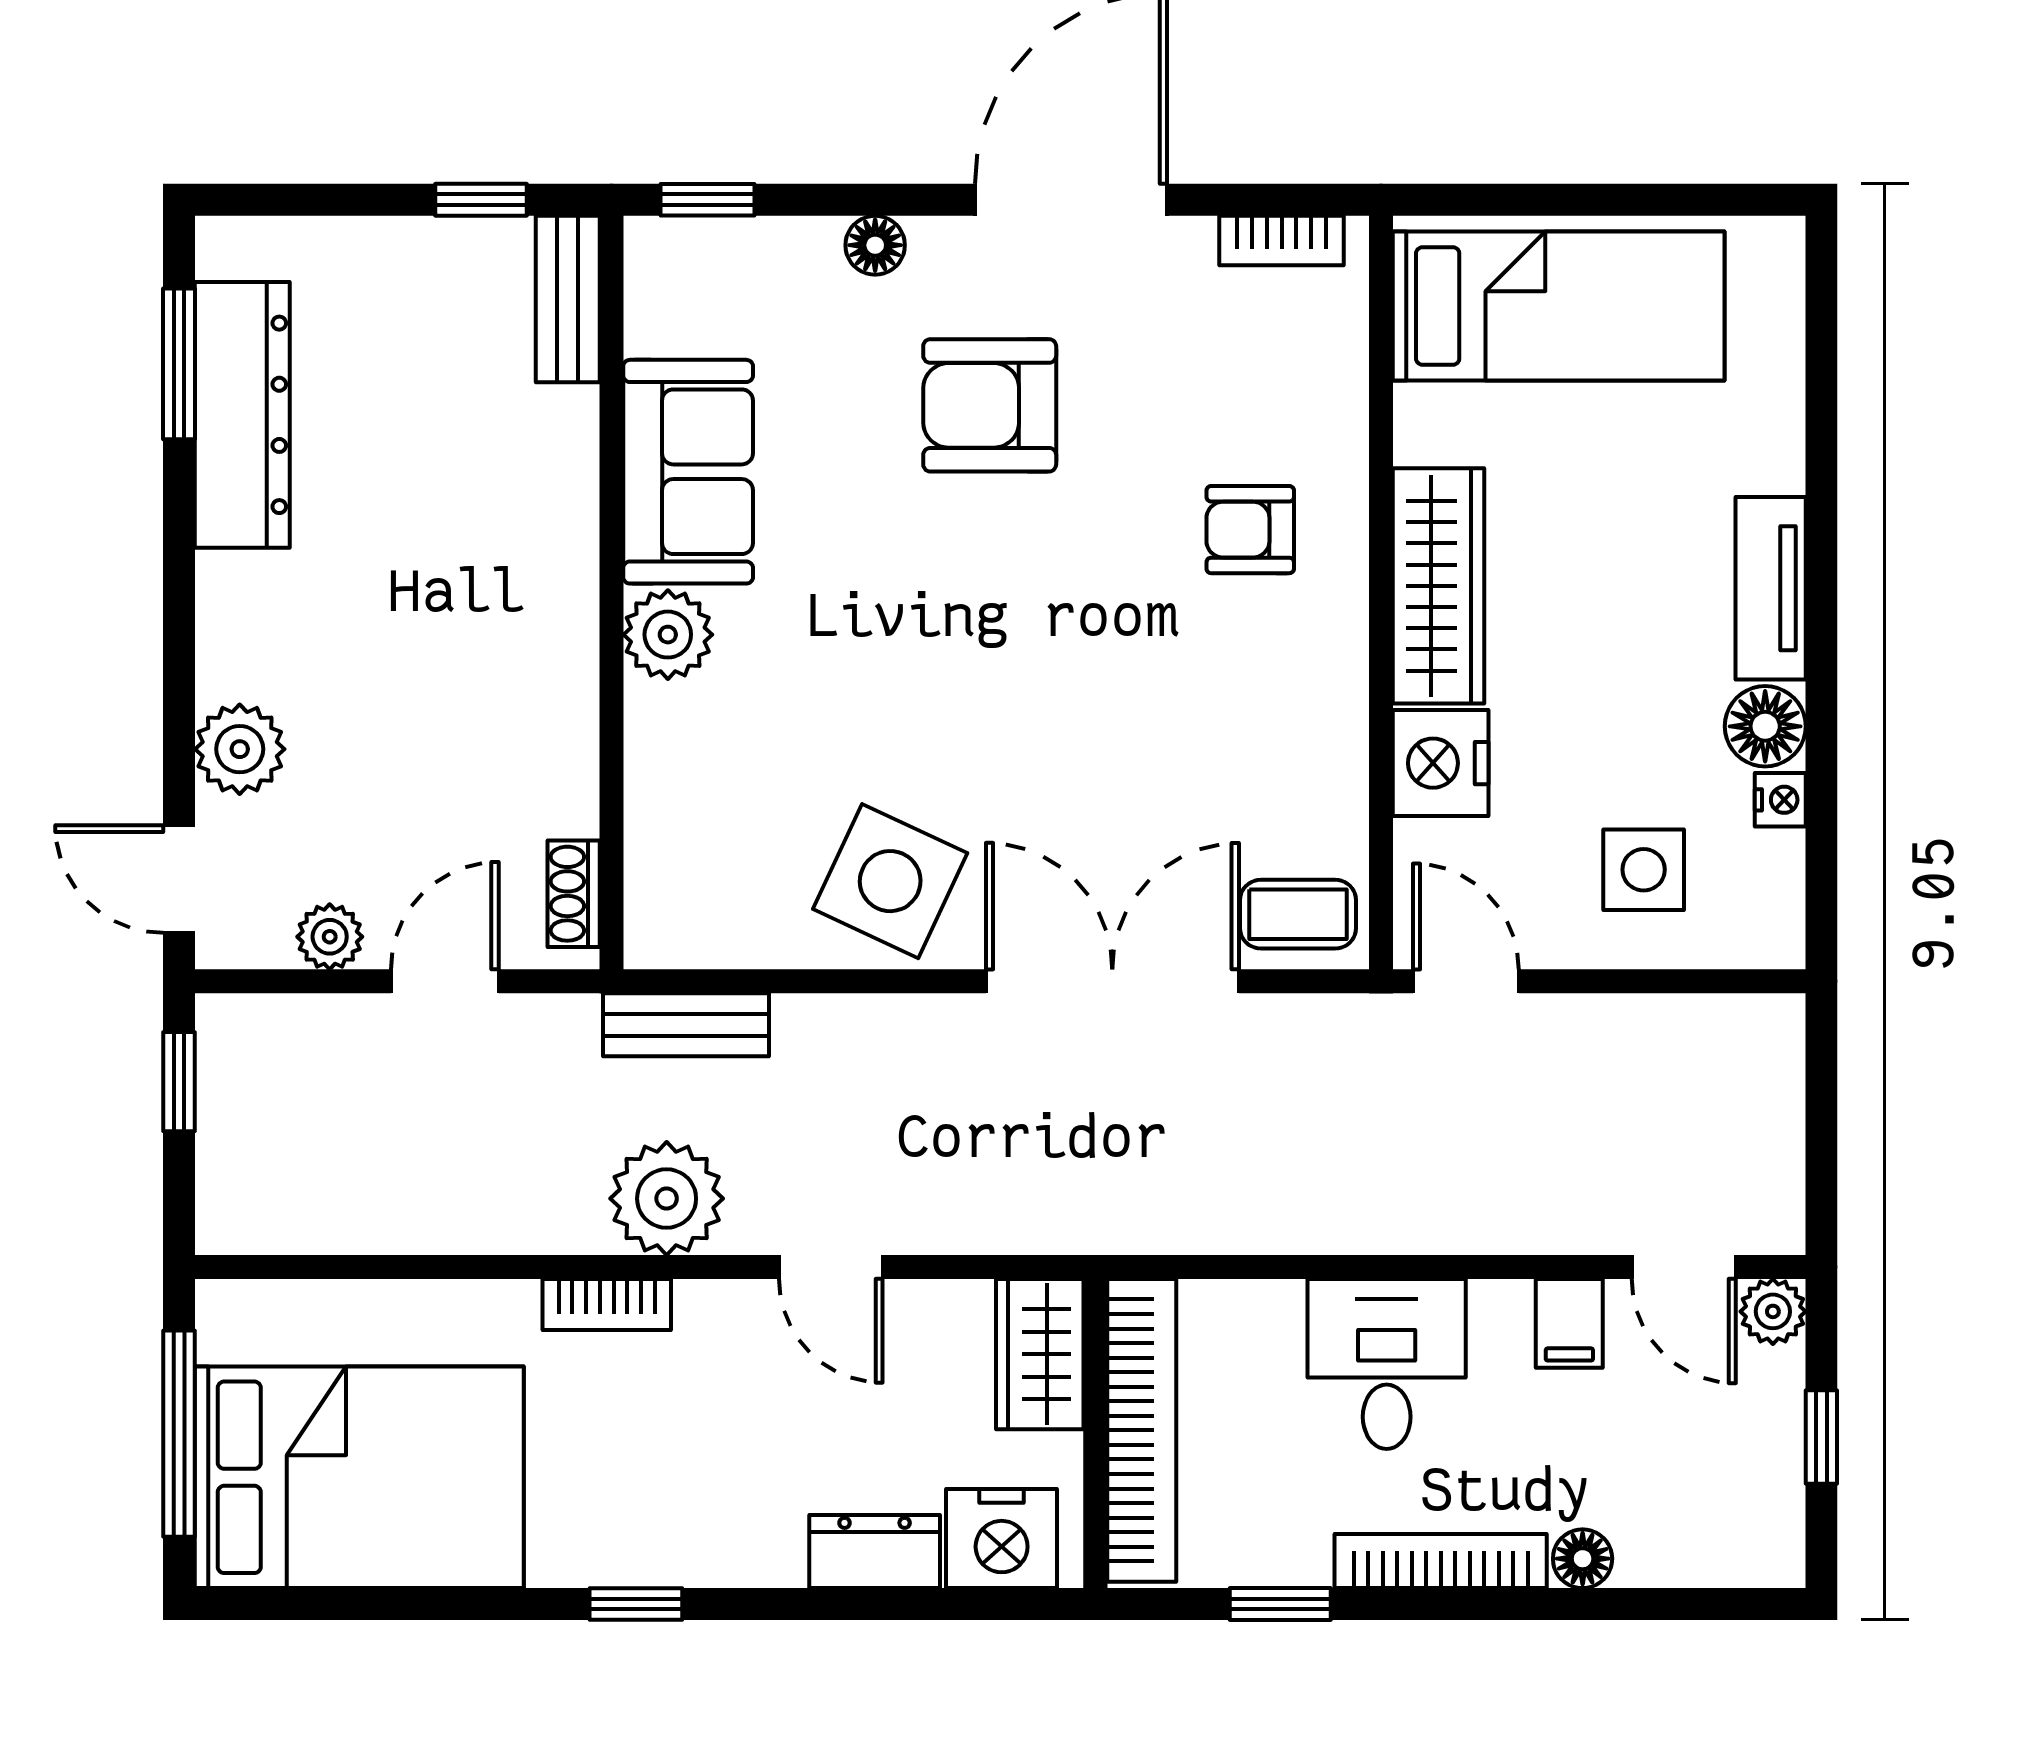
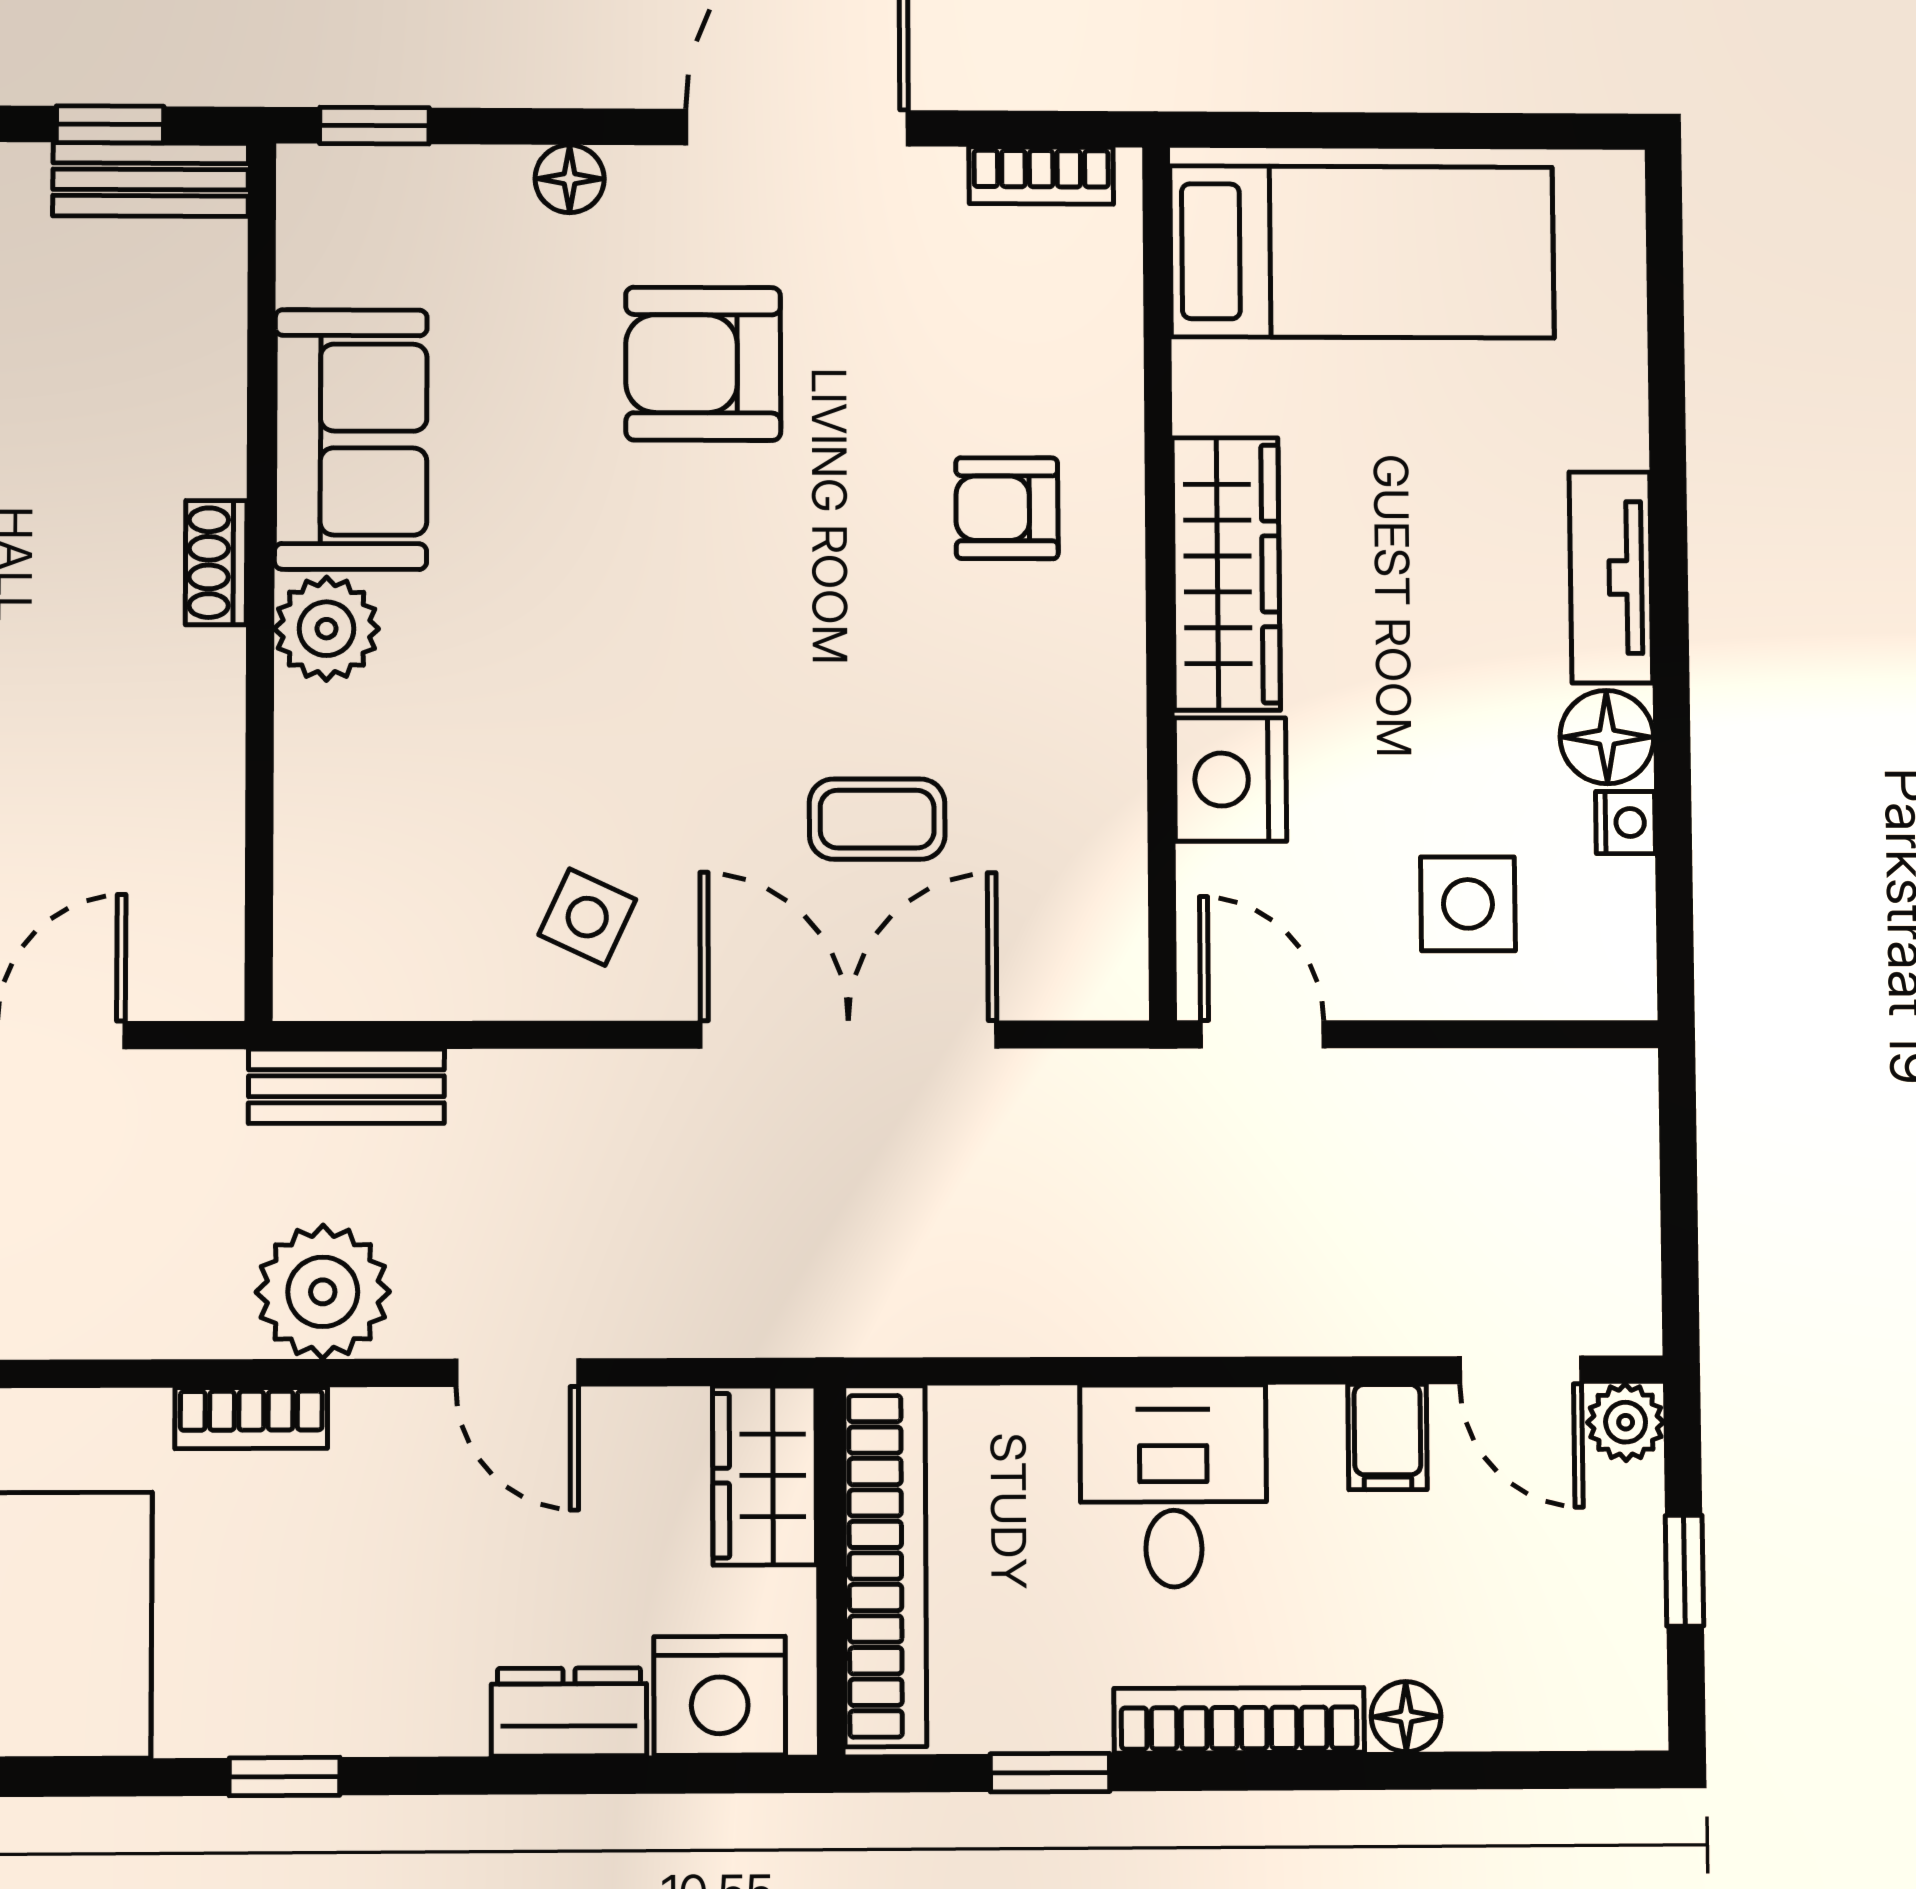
bench: (568, 299) -> (151, 180), moved, turned 90
side table: (890, 881) -> (587, 917), width x0.54, depth x0.54
shoe rack: (574, 894) -> (216, 563), moved
coffee table: (1298, 914) -> (877, 819), moved

